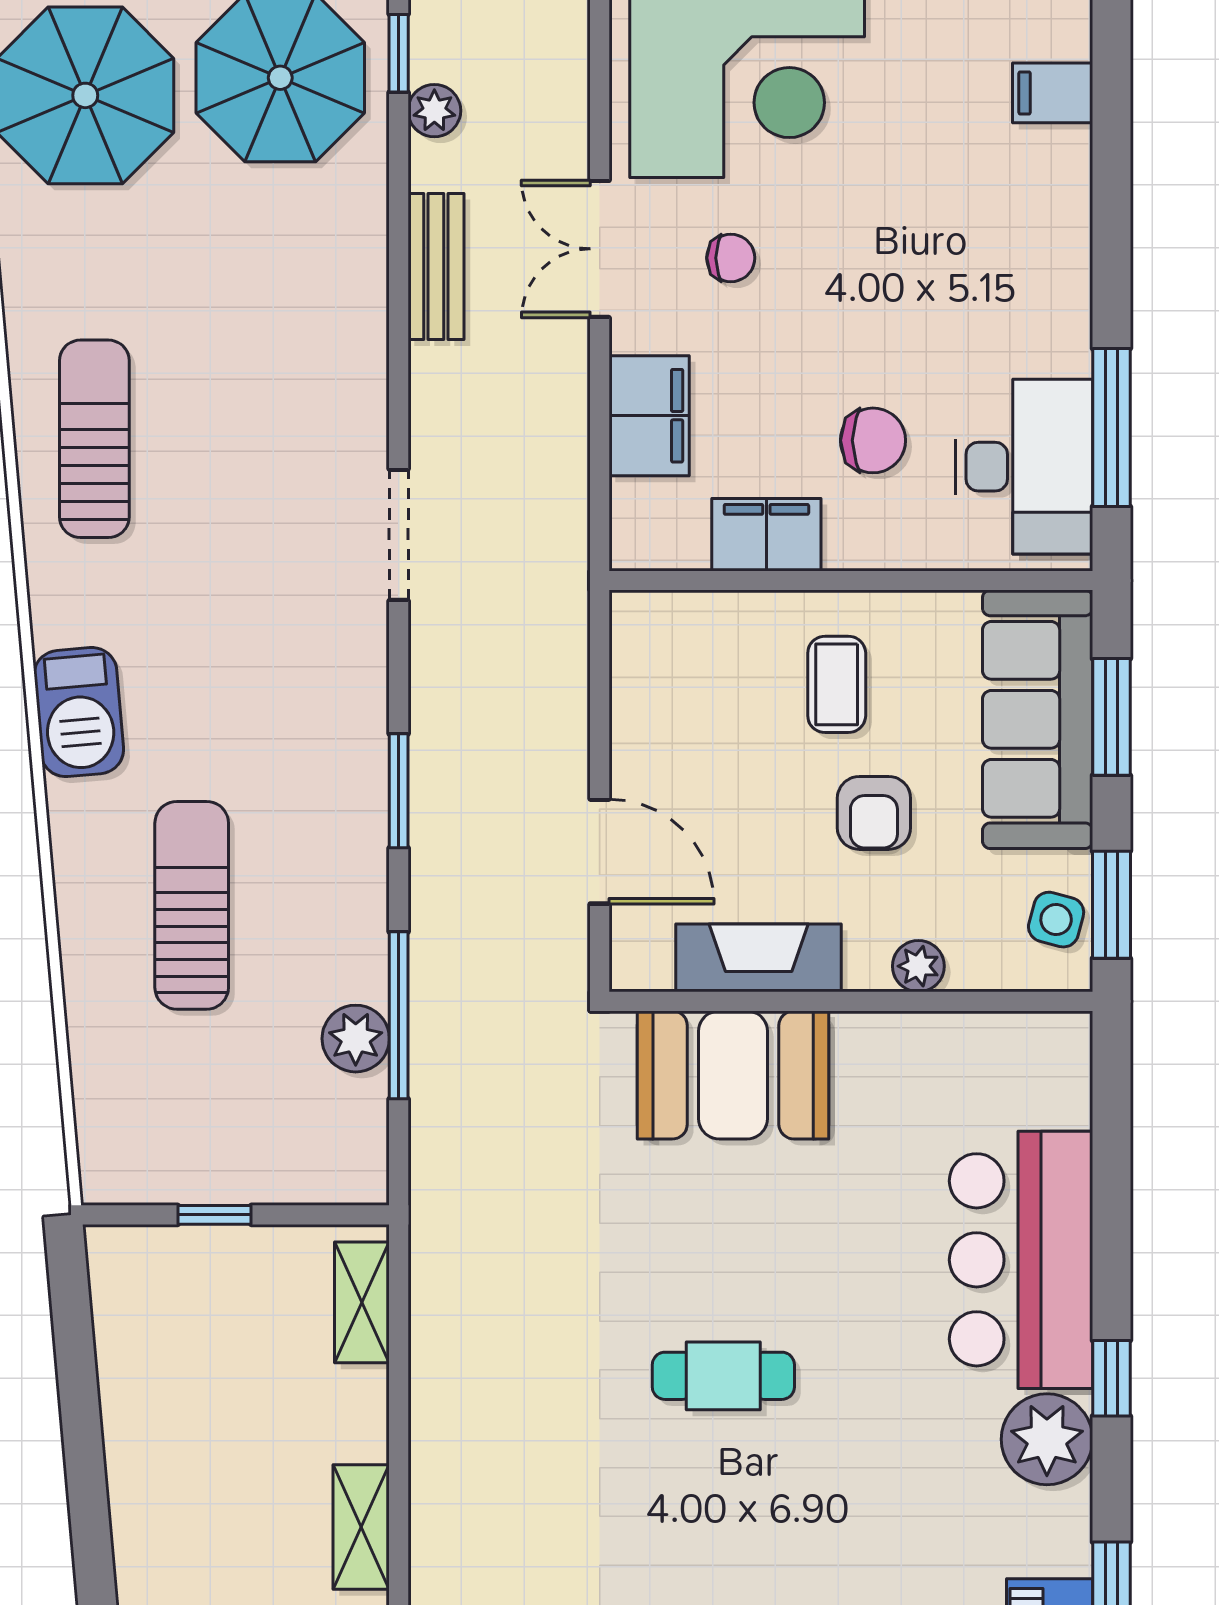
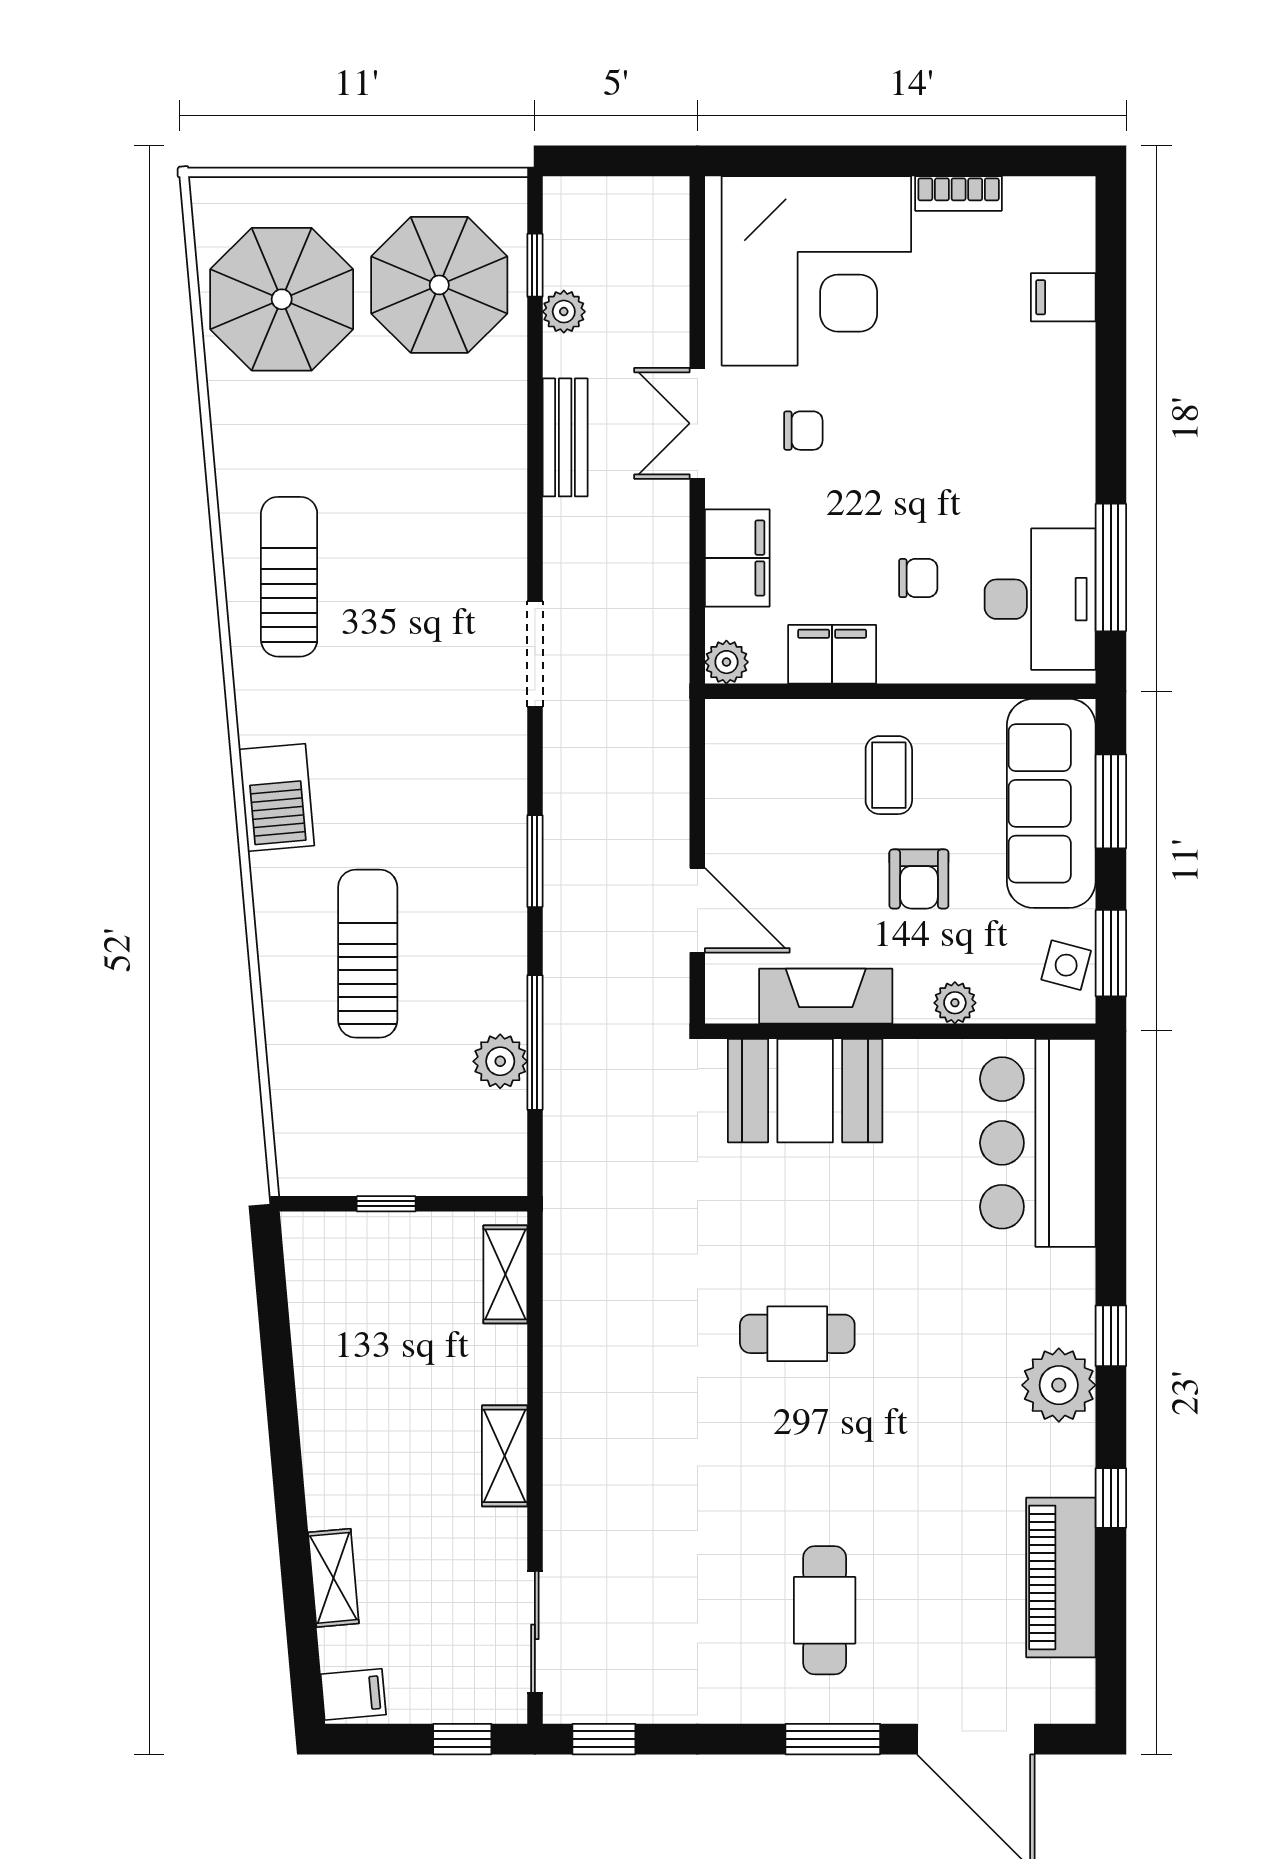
chair: (873, 440) -> (918, 578), width x0.73, depth x0.73
plant: (636, 544) -> (726, 662), added
bar counter: (1021, 1260) -> (1038, 1143), moved

